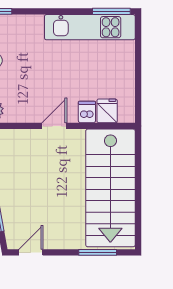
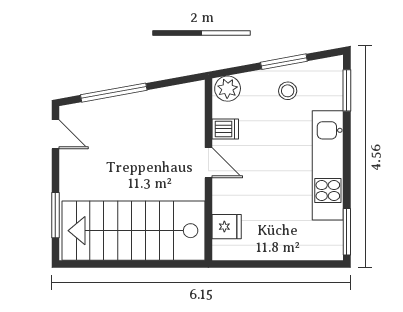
kitchen unit: (90, 27) -> (328, 165), moved
dishwasher: (87, 112) -> (225, 129), moved

